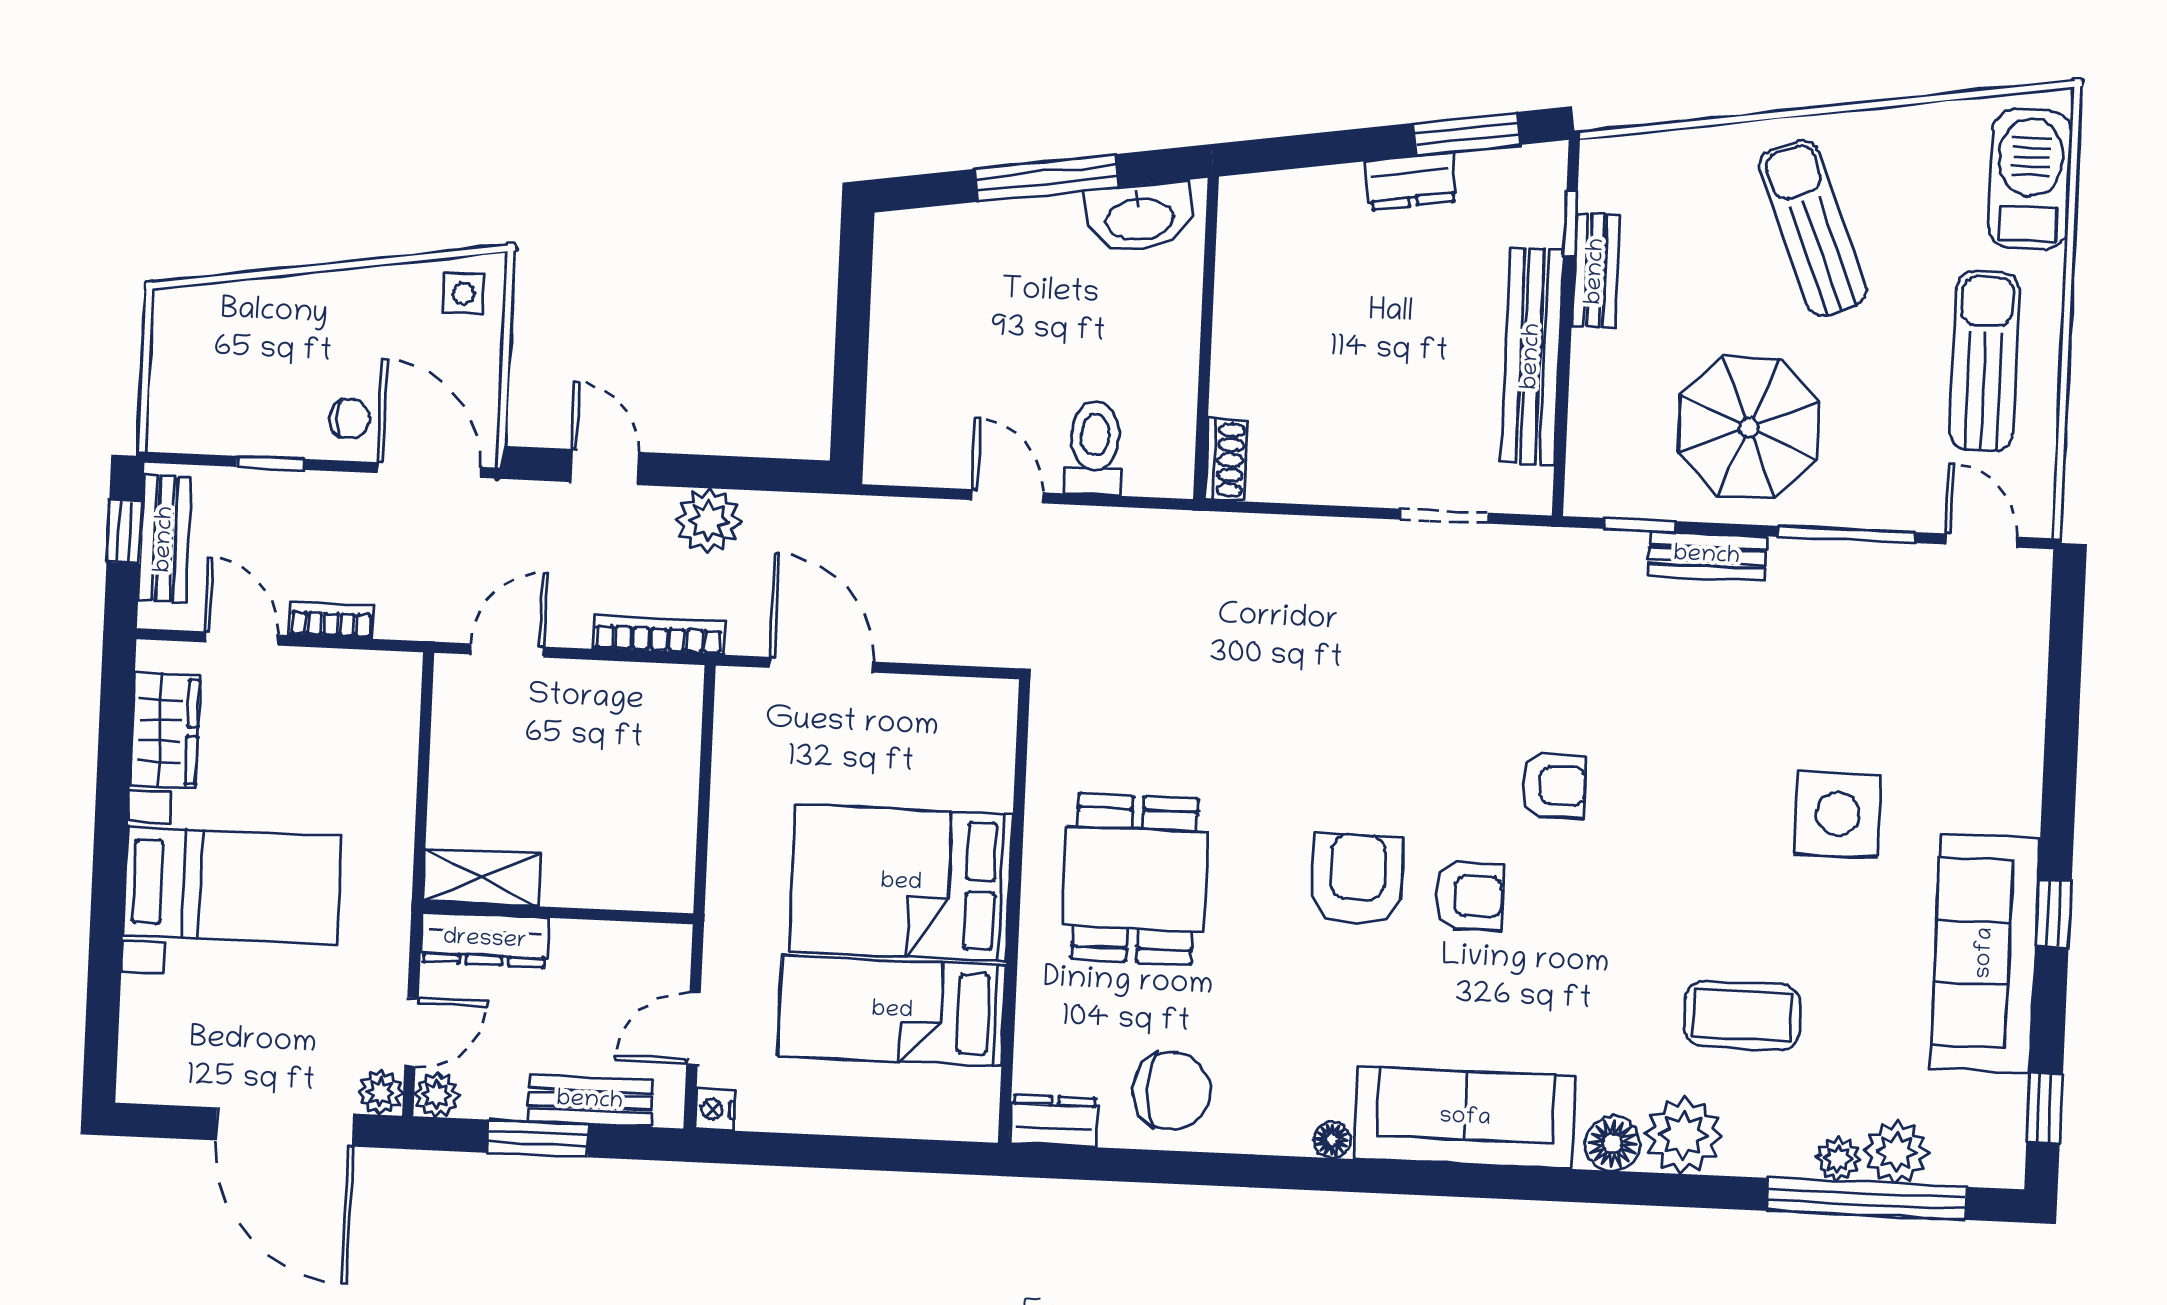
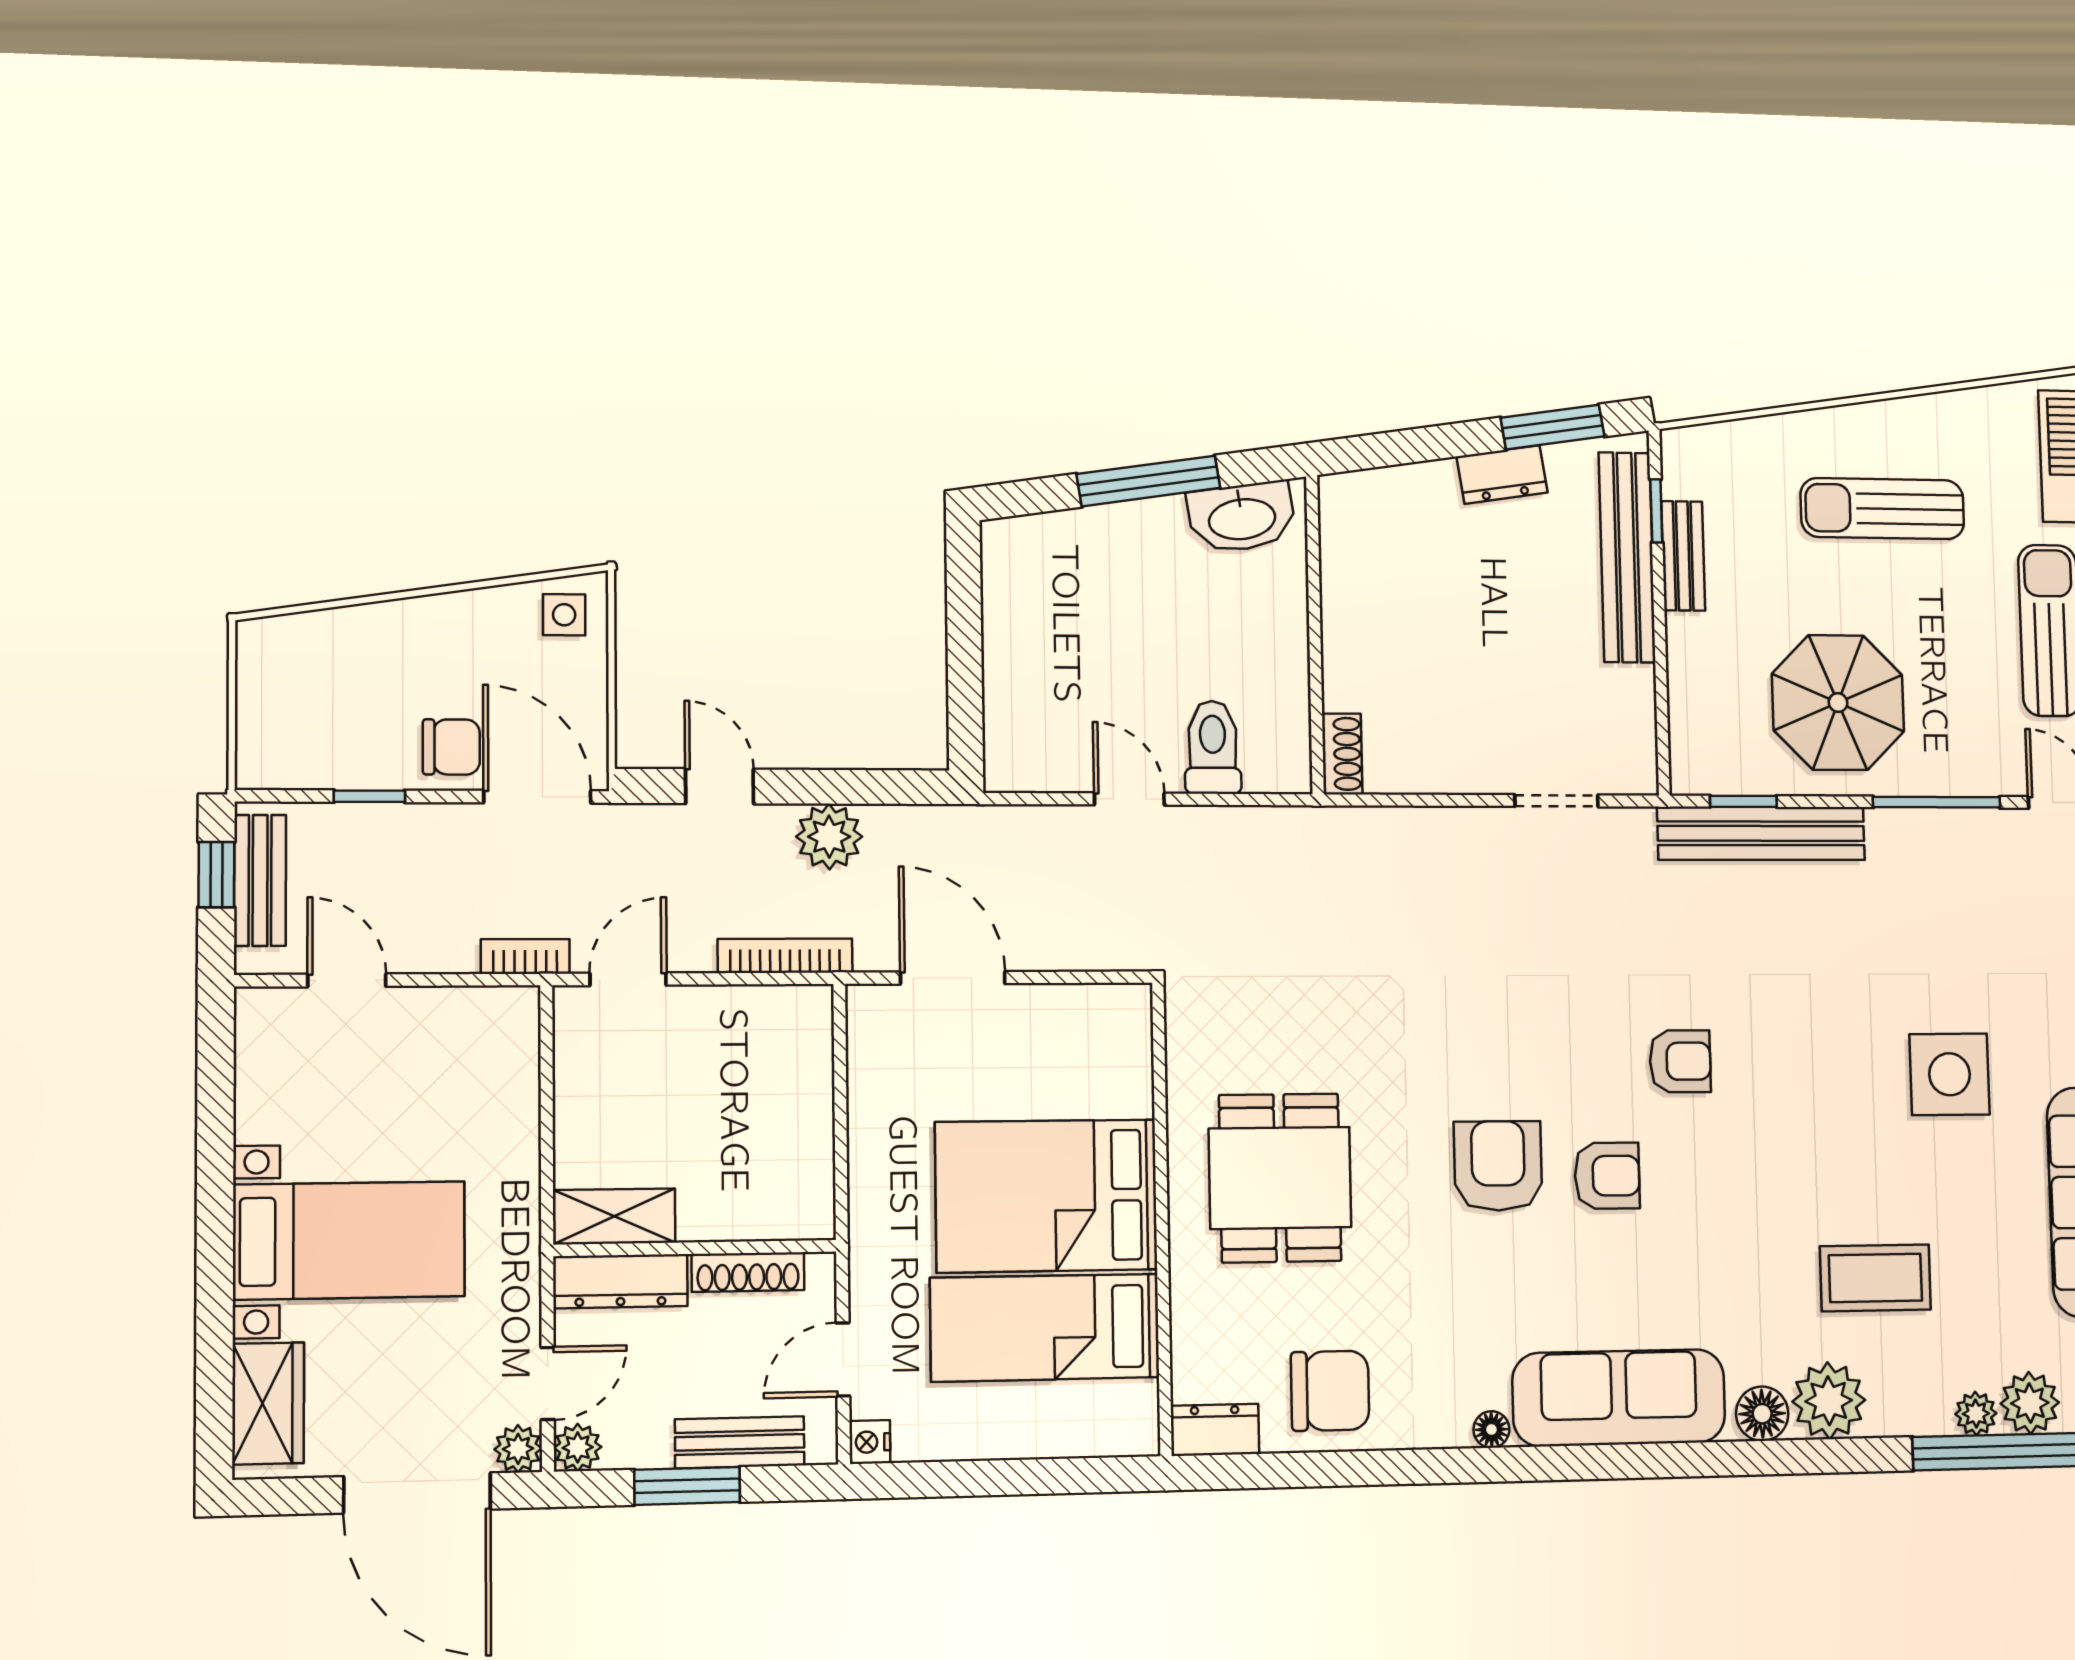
sun lounger: (1813, 228) -> (1882, 509), turned -68
bench: (1532, 356) -> (1627, 557), moved
chair: (350, 418) -> (451, 747), width x1.37, depth x1.37
bench: (1707, 556) -> (1761, 833), width x1.86, depth x1.21
bookcase: (331, 620) -> (525, 956), moved
wardrobe: (165, 731) -> (268, 1403), moved
shoe rack: (607, 939) -> (748, 1272), added

